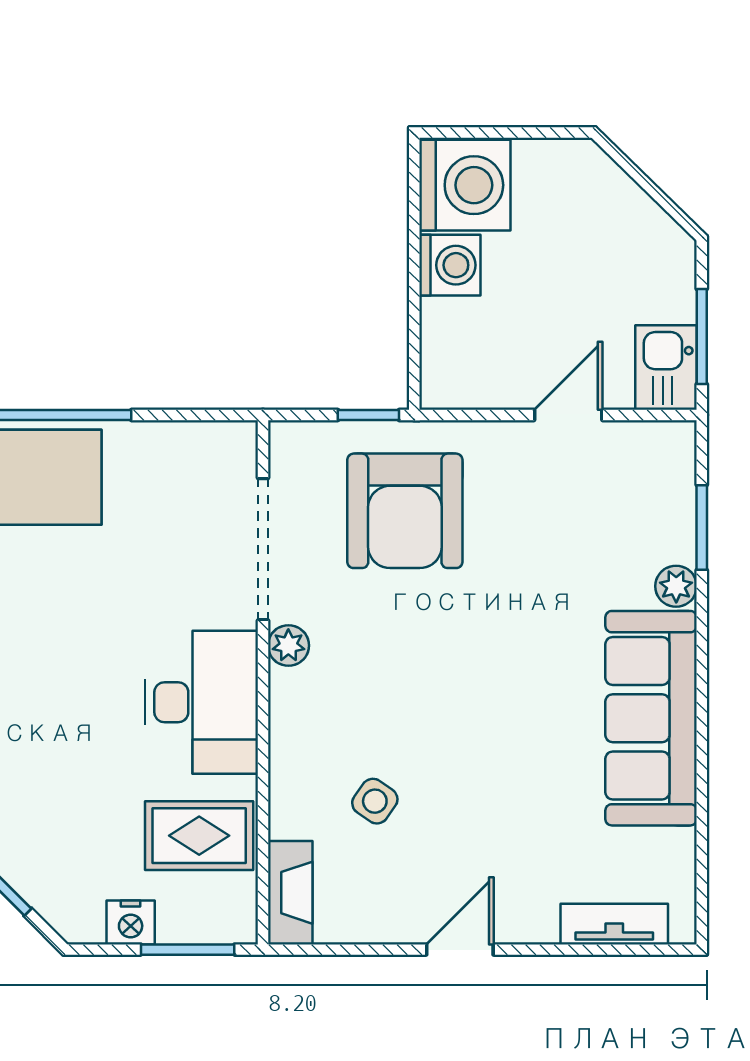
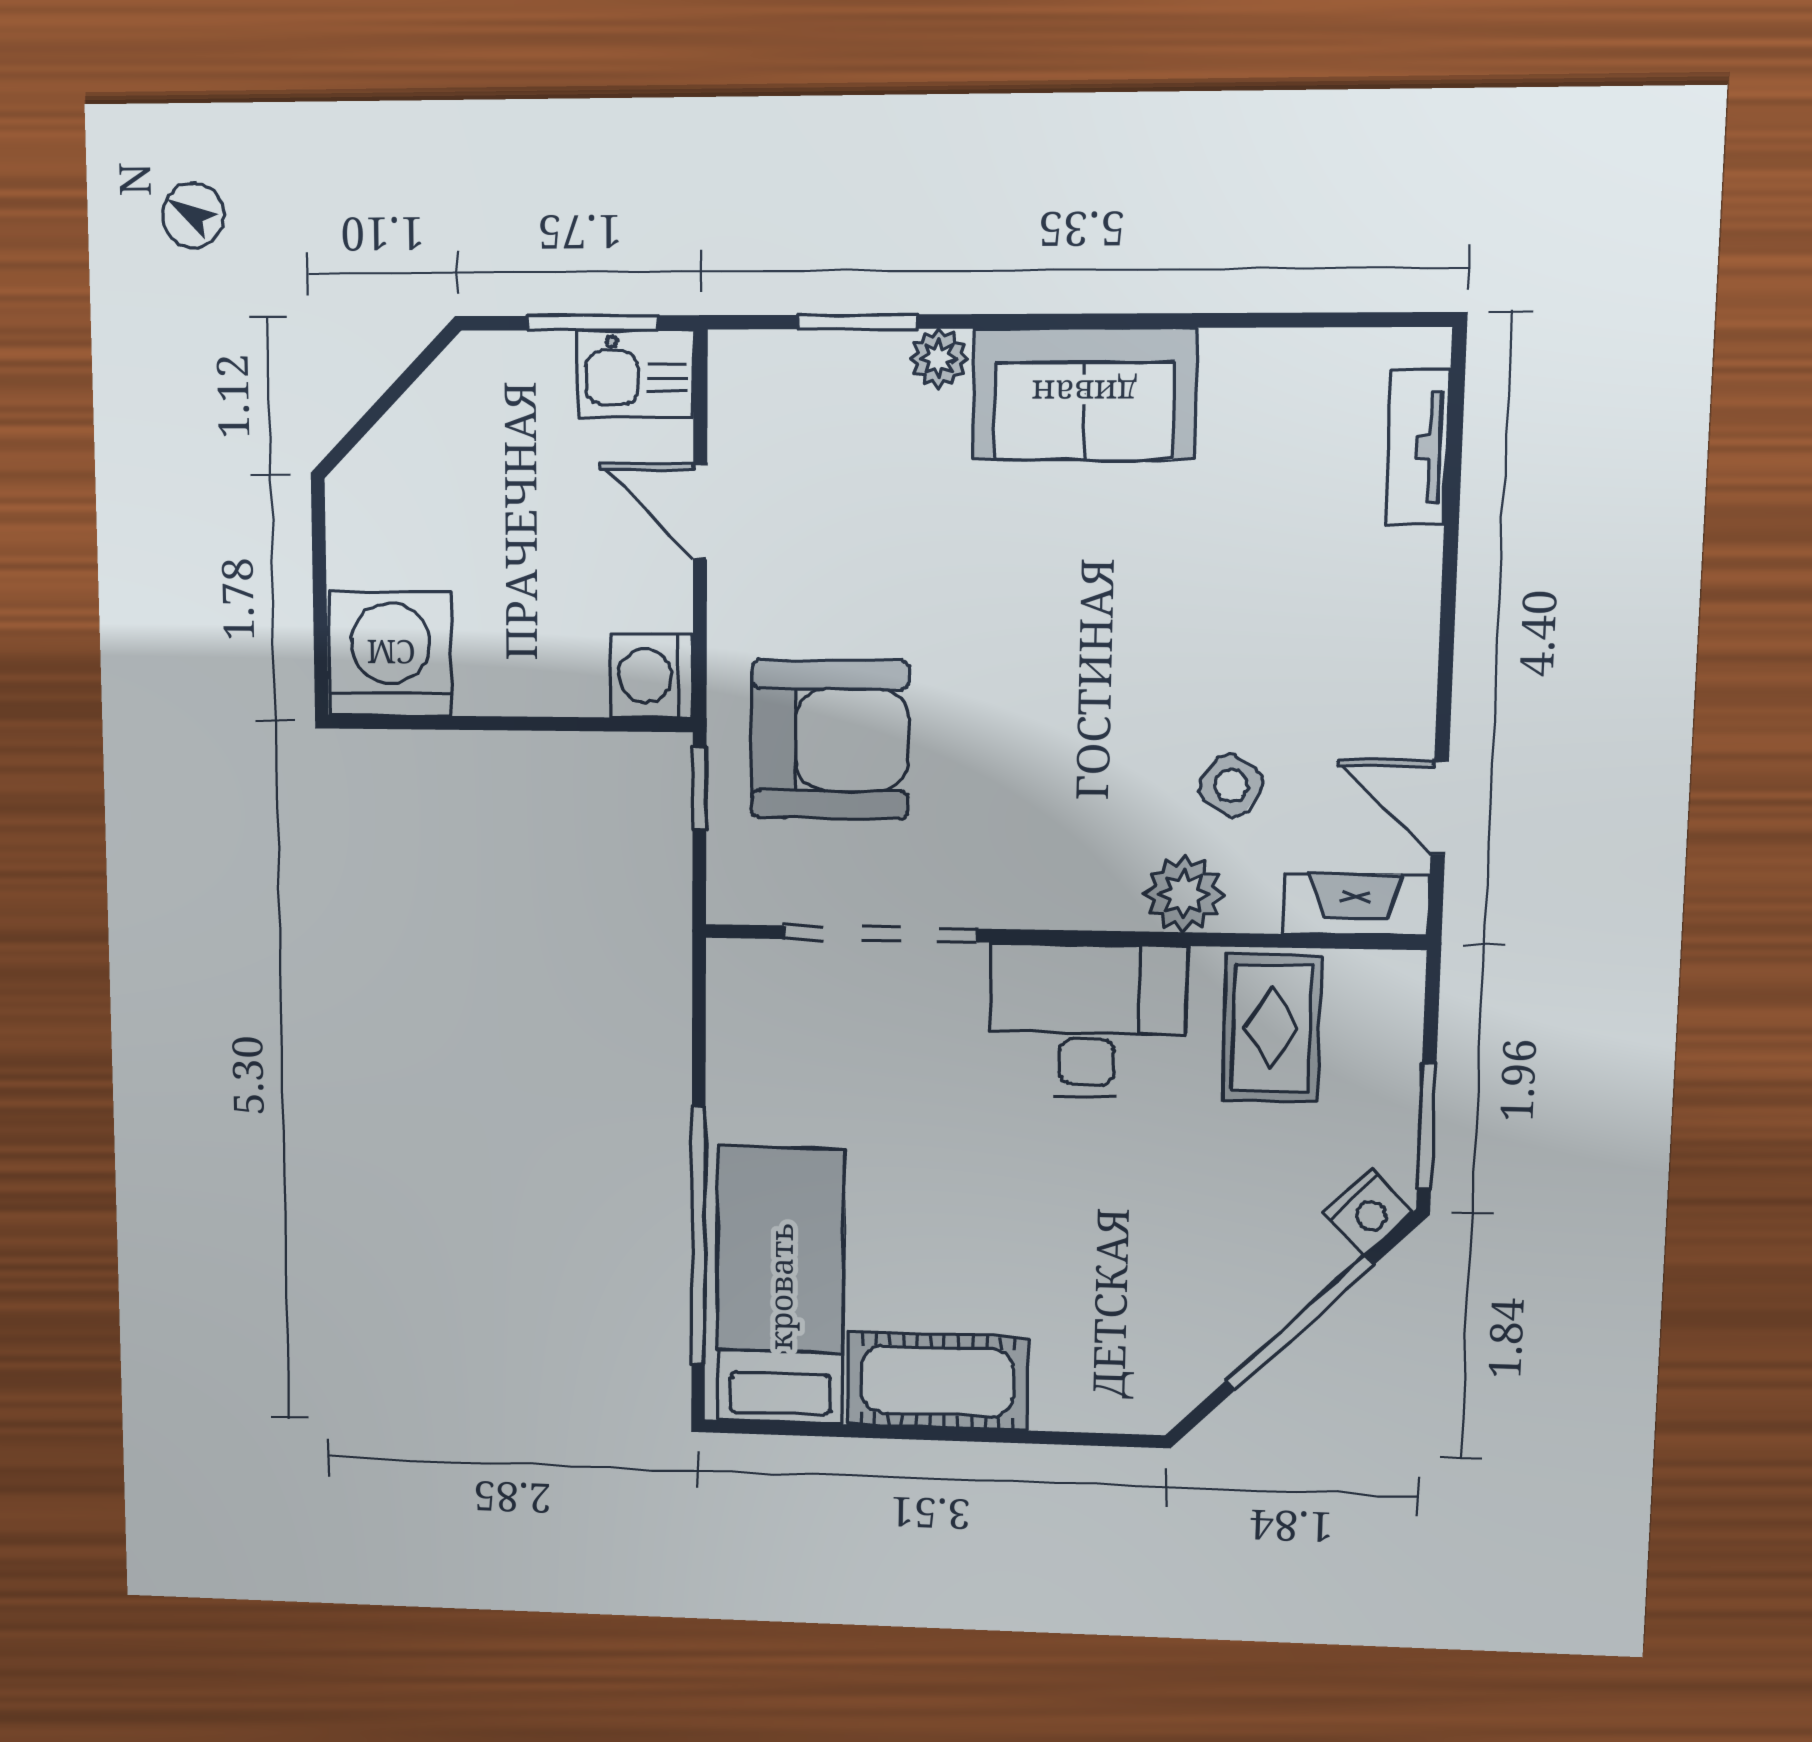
washing machine: (450, 265) -> (652, 676), moved, turned -90
plant: (288, 645) -> (1184, 894), moved, width x1.38, depth x1.38
sofa: (651, 718) -> (1084, 394), width x0.73
nightstand: (131, 922) -> (1368, 1212), moved, turned 45
window: (188, 950) -> (1427, 1126), moved
door: (460, 950) -> (1440, 807), moved

